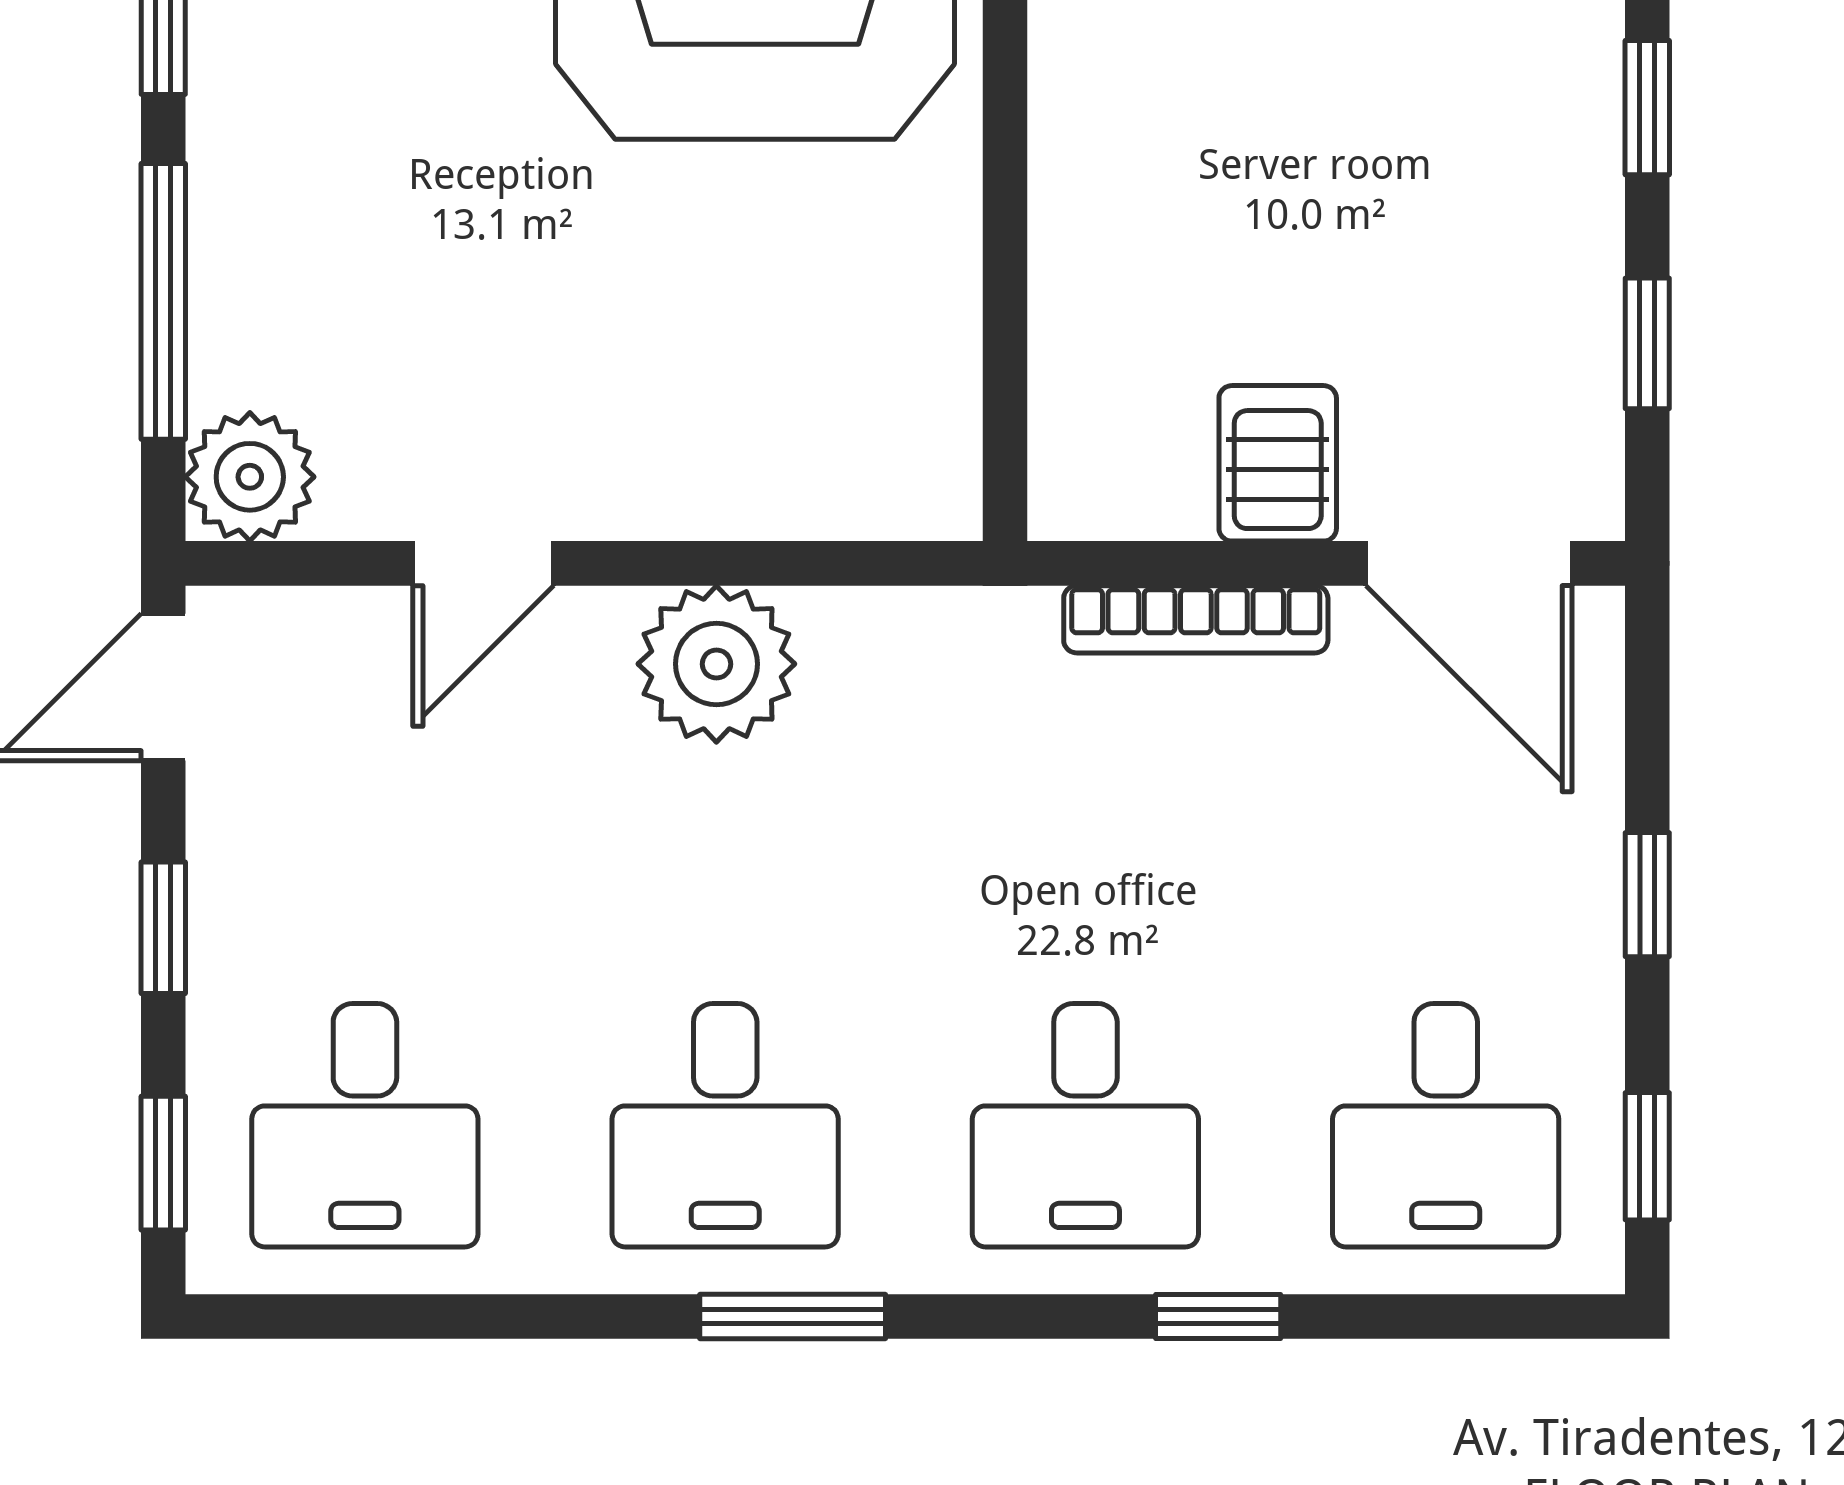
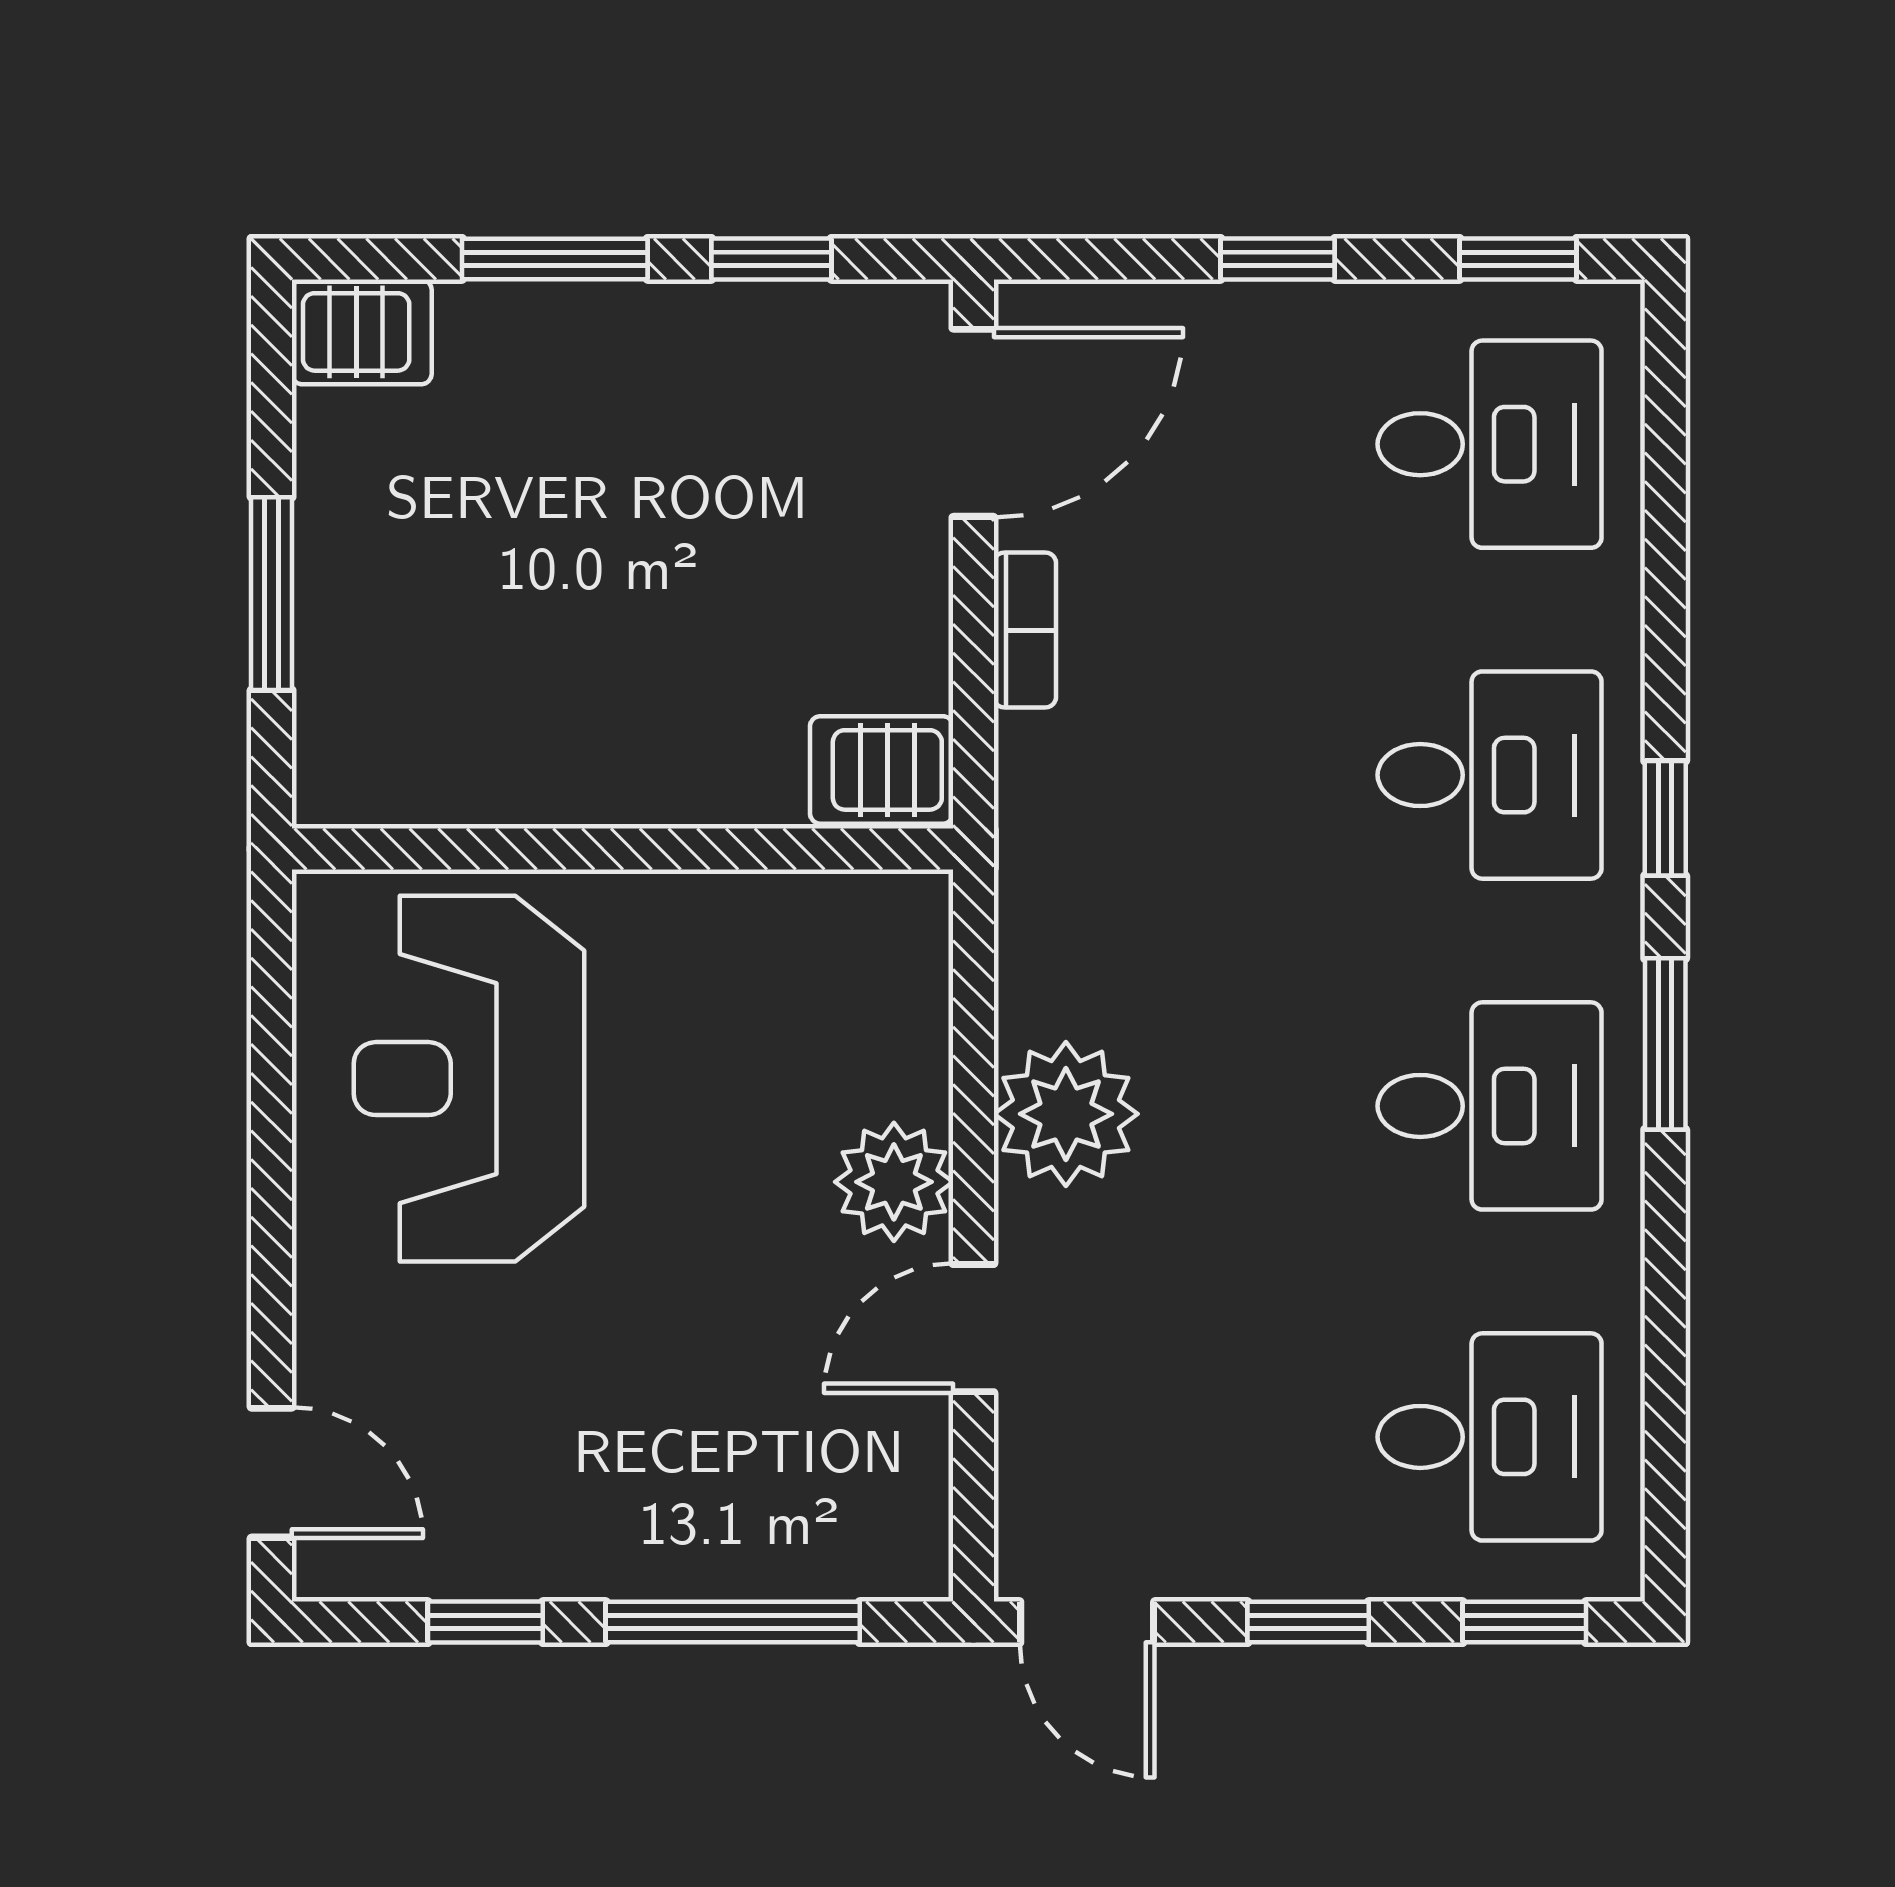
window: (1647, 108) -> (555, 259), width x1.50
server rack: (1278, 463) -> (882, 770), moved
plant: (250, 477) -> (894, 1182), moved
door: (483, 563) -> (973, 1328), swing flipped
bookcase: (1196, 619) -> (1025, 630), width x0.64
window: (1218, 1316) -> (1665, 818), moved

